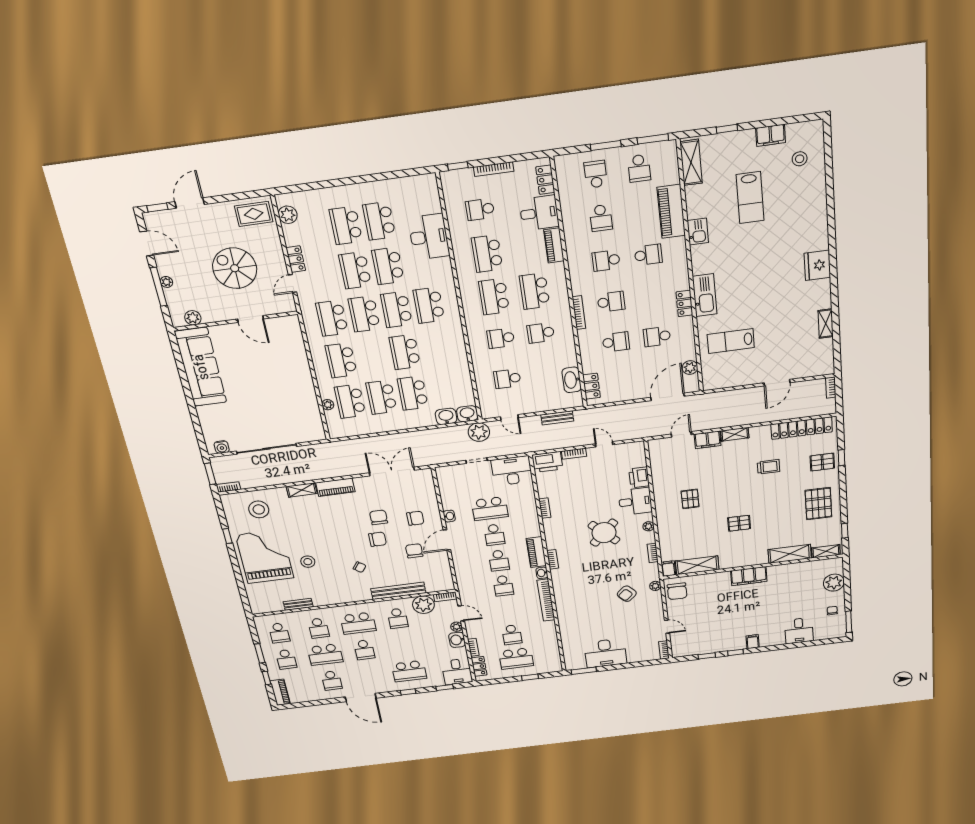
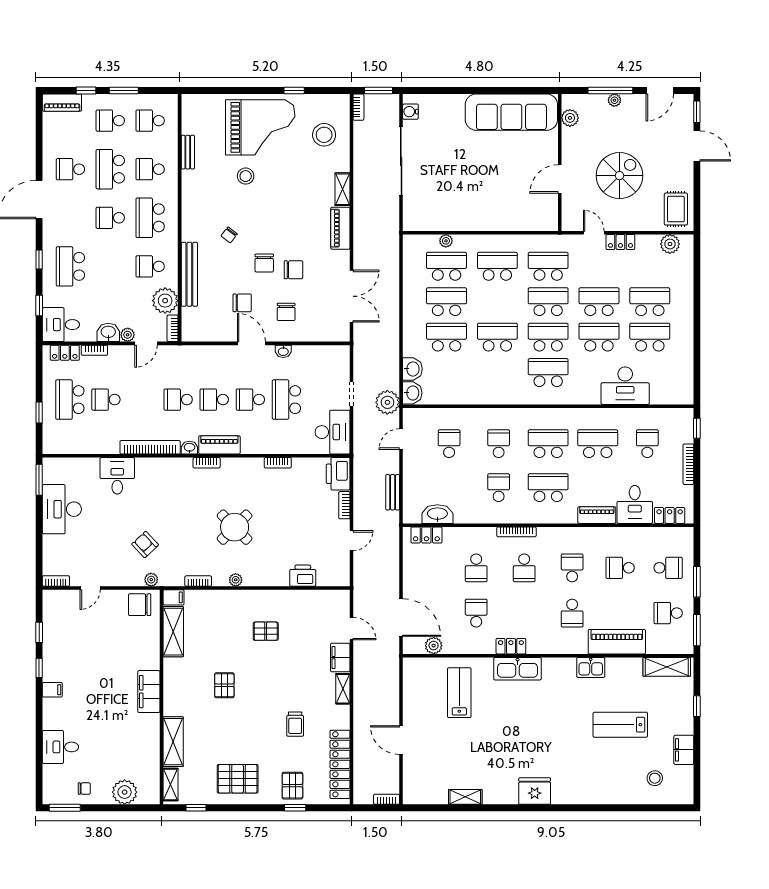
desk: (635, 501) -> (117, 476), moved, turned 180

